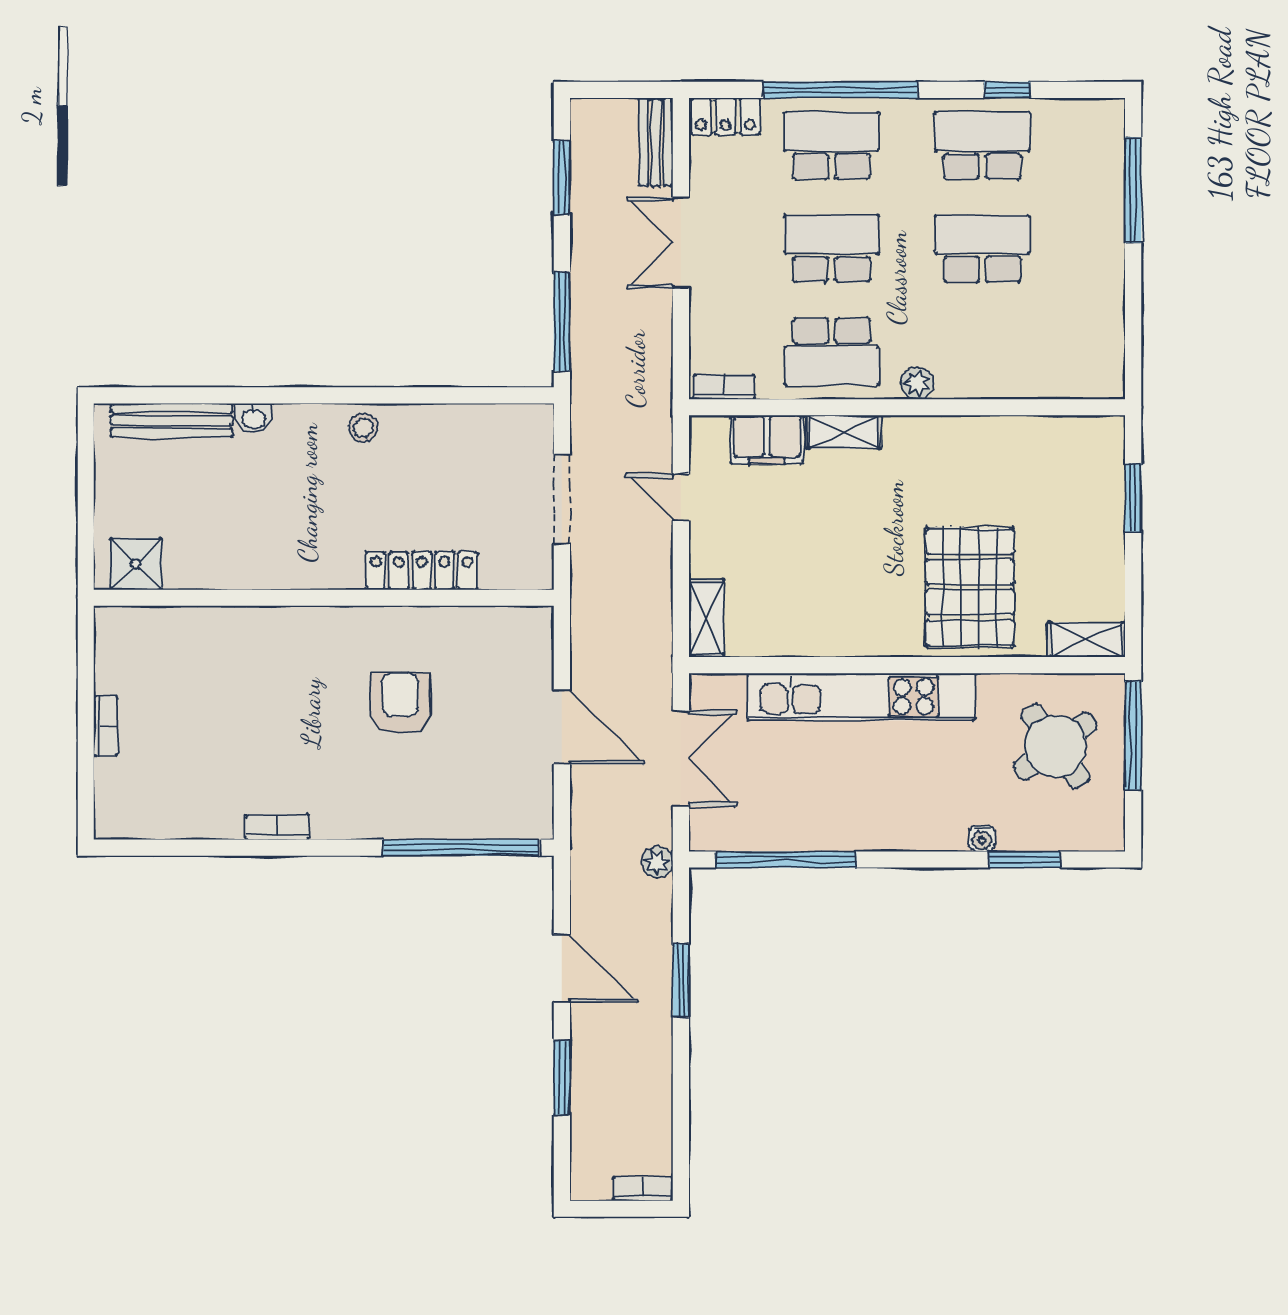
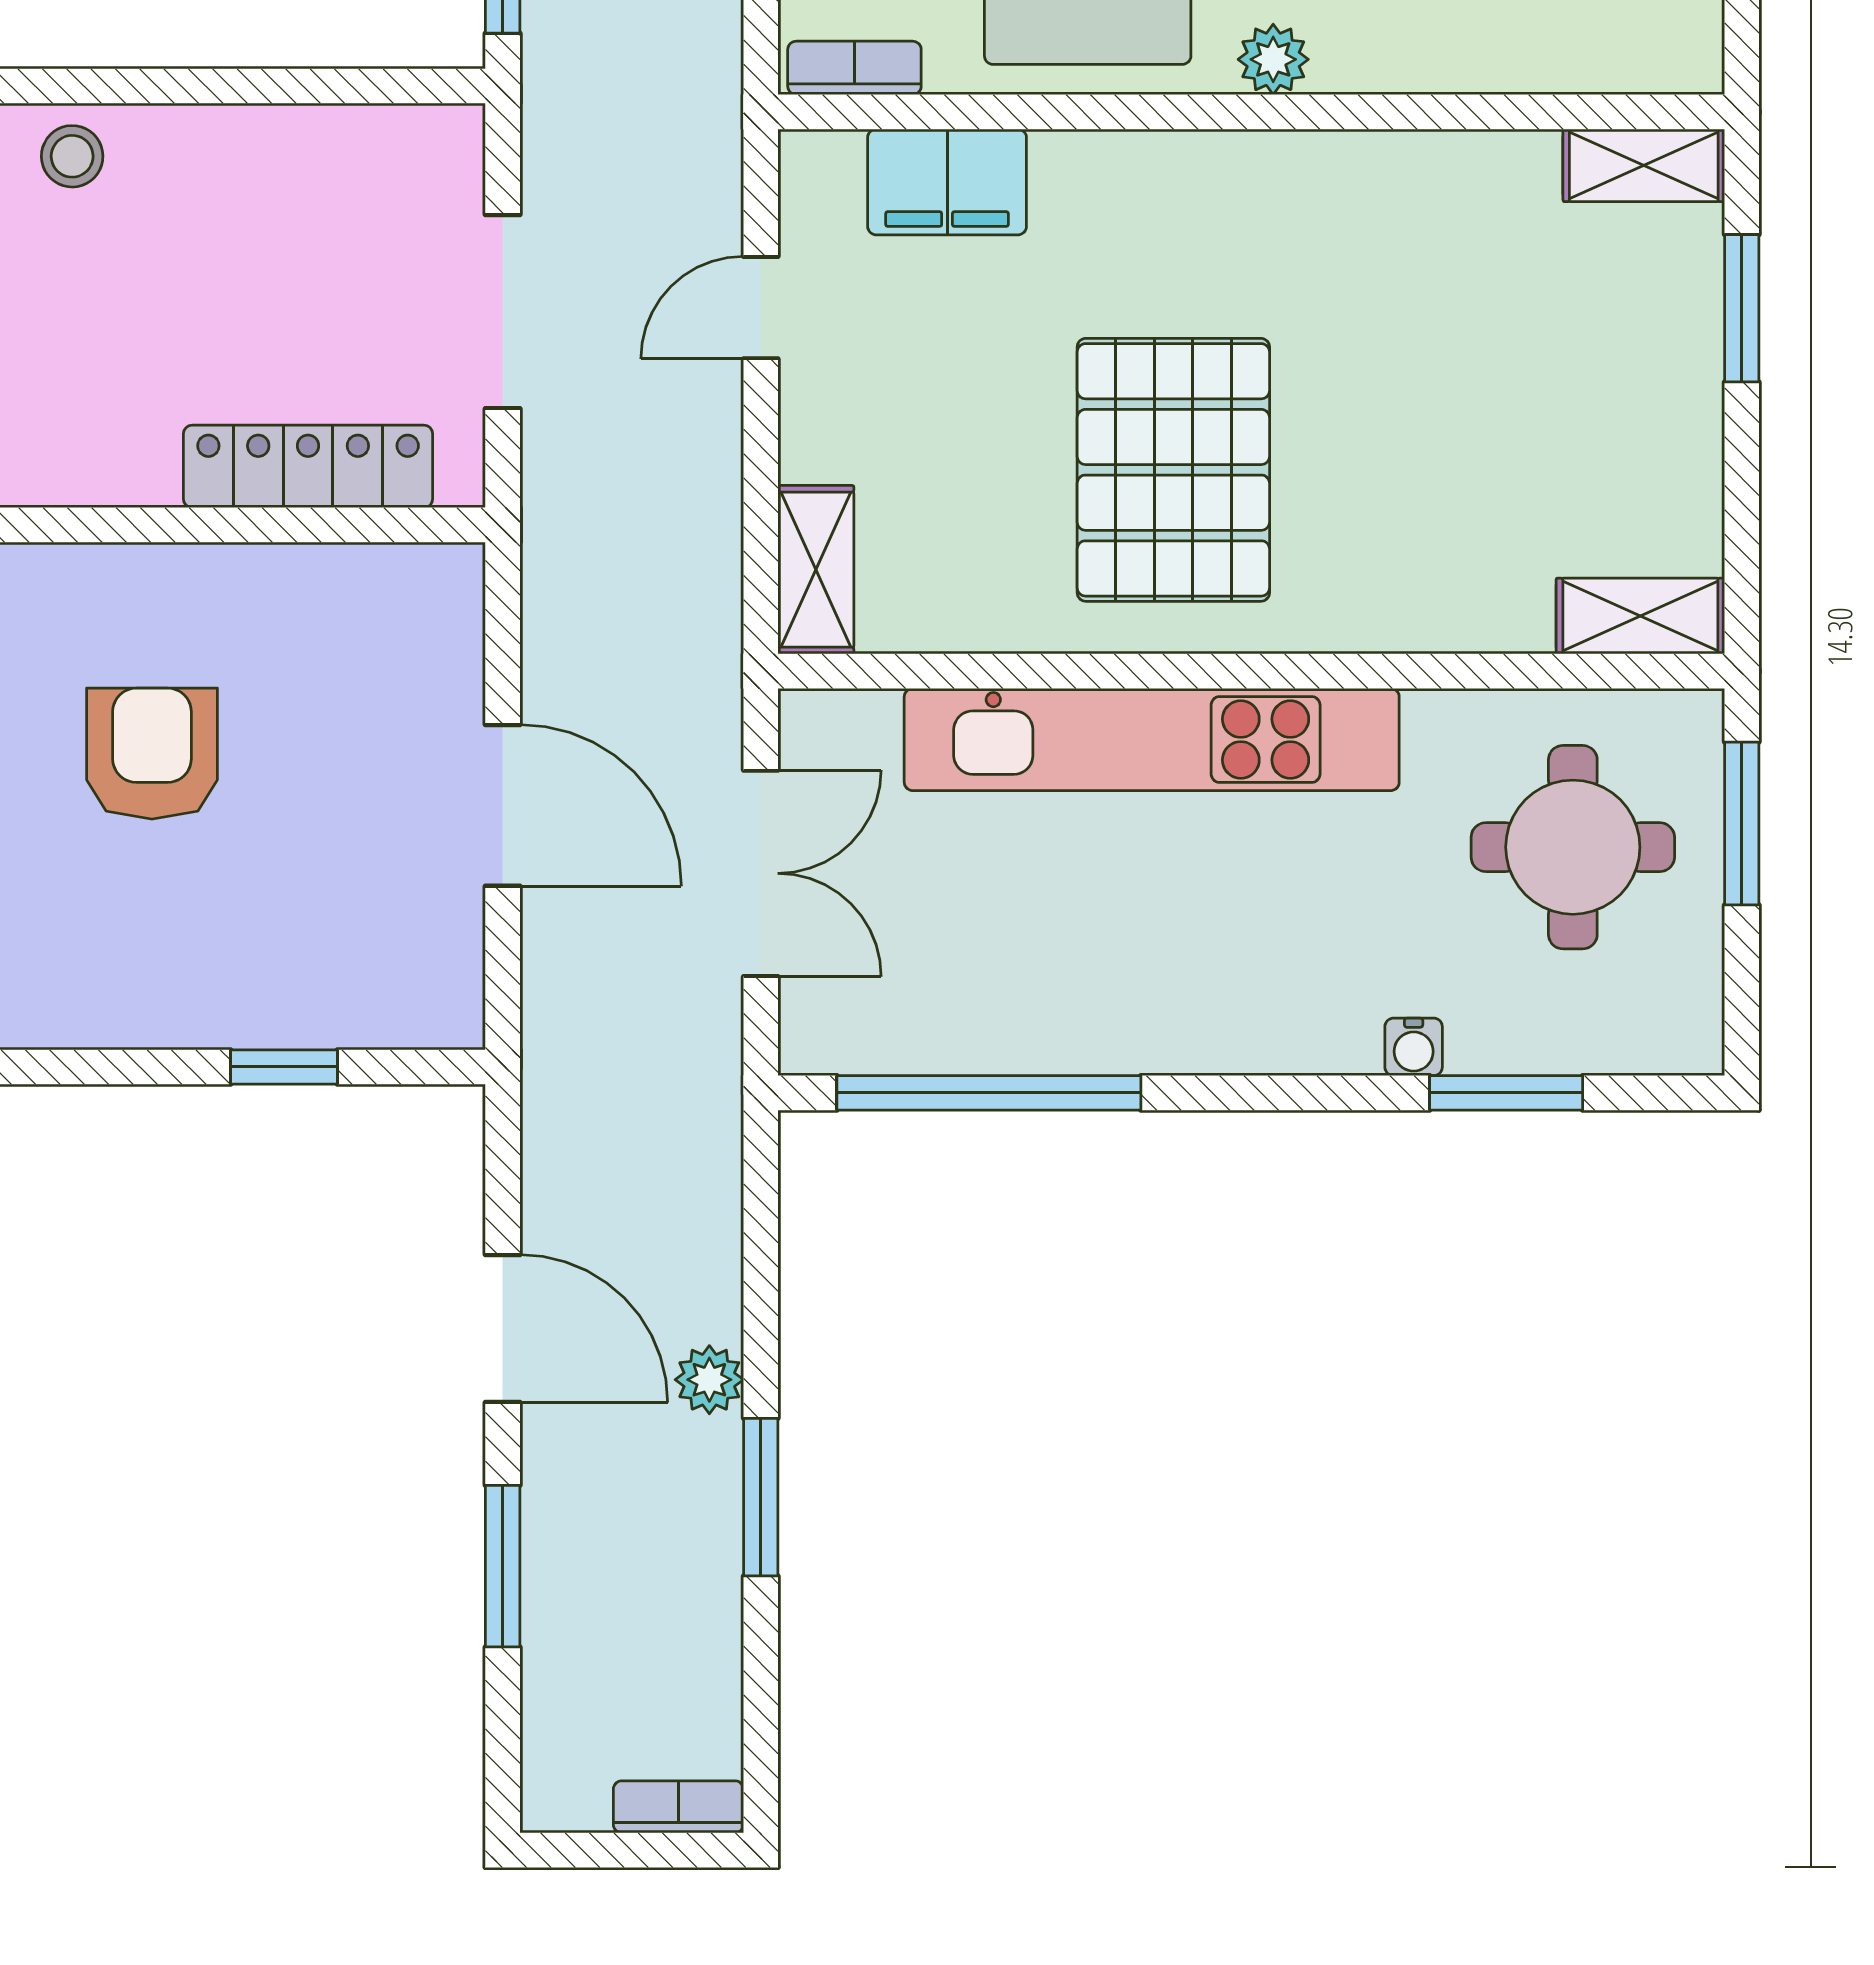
shelving: (844, 432) -> (1644, 165), moved
door: (681, 498) -> (761, 308), hinge flipped
locker: (422, 571) -> (308, 466), moved
pallet: (970, 587) -> (1173, 470), moved
window: (1133, 735) -> (1742, 824), width x0.69
round table: (1055, 746) -> (1573, 847), turned 36
window: (461, 848) -> (284, 1067), width x0.32
plant: (657, 862) -> (709, 1380), moved
window: (681, 980) -> (761, 1497), moved

